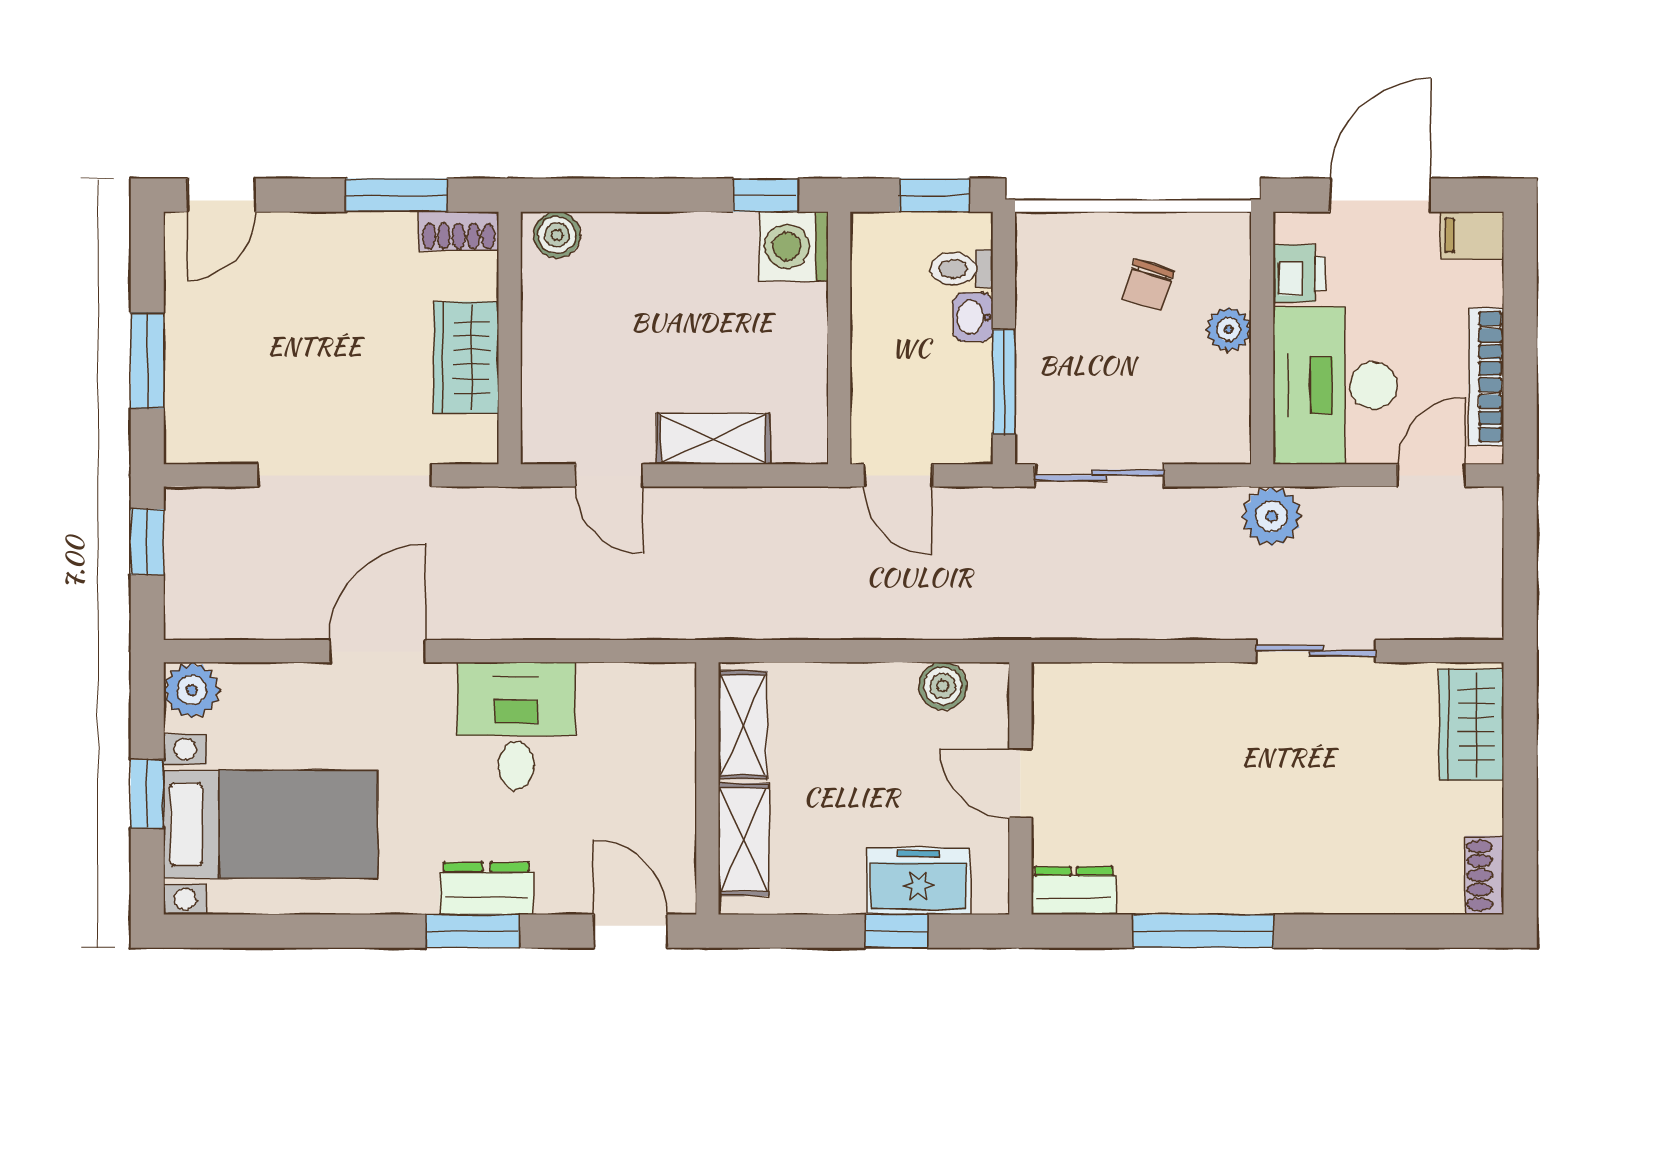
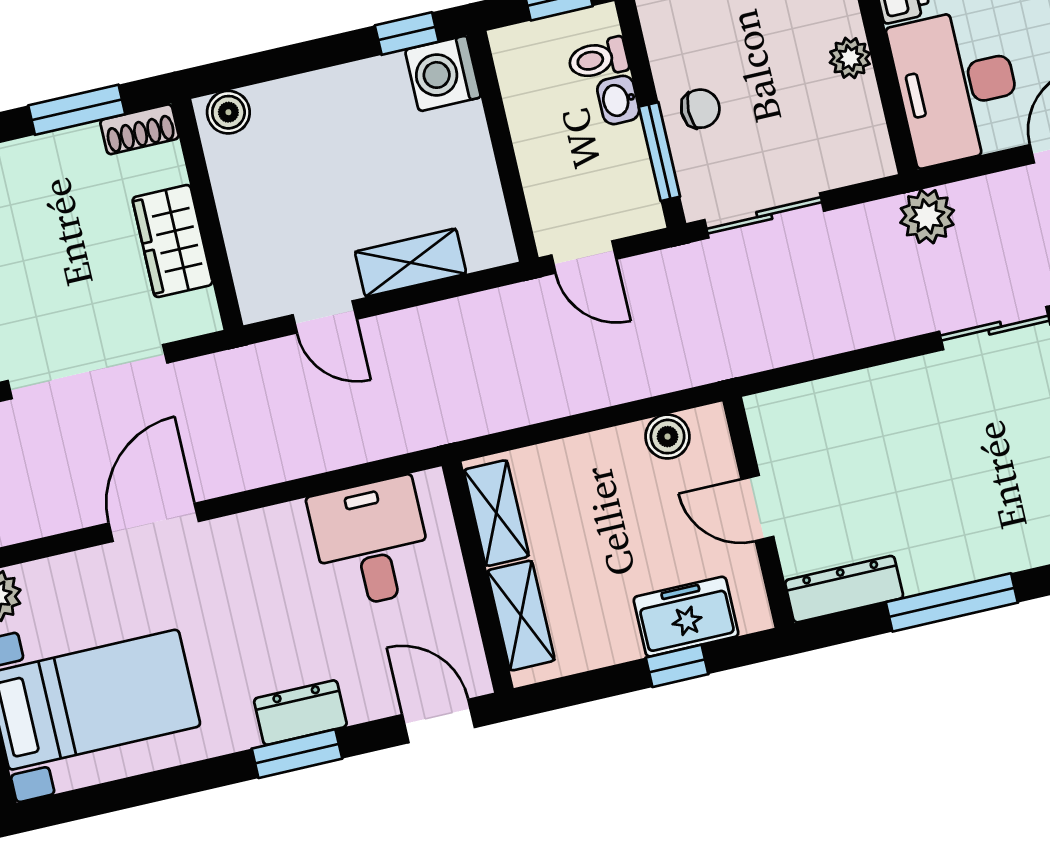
chair: (1148, 285) -> (700, 109), moved, turned -108
desk: (516, 726) -> (371, 543), moved
dresser: (1074, 891) -> (844, 589), width x1.44

